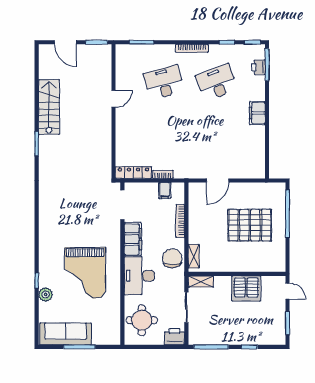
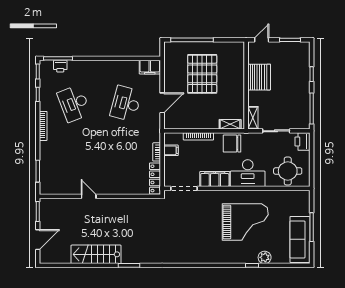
desk: (164, 82) -> (126, 104), moved, turned 30
filing cabinet: (257, 113) -> (150, 67), moved
door: (218, 180) -> (162, 103), hinge flipped

